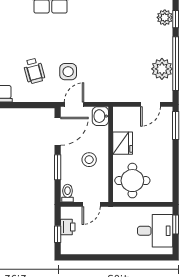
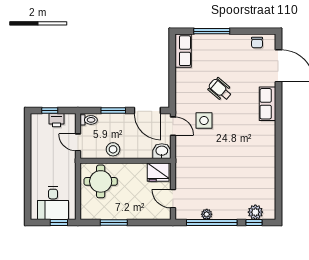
plant: (162, 69) -> (207, 214), width x0.53, depth x0.53
wheelchair: (34, 71) -> (220, 90), moved, turned 55
window: (176, 126) -> (114, 223), moved
fridge: (123, 143) -> (158, 172), moved
stool: (89, 160) -> (113, 149), moved

